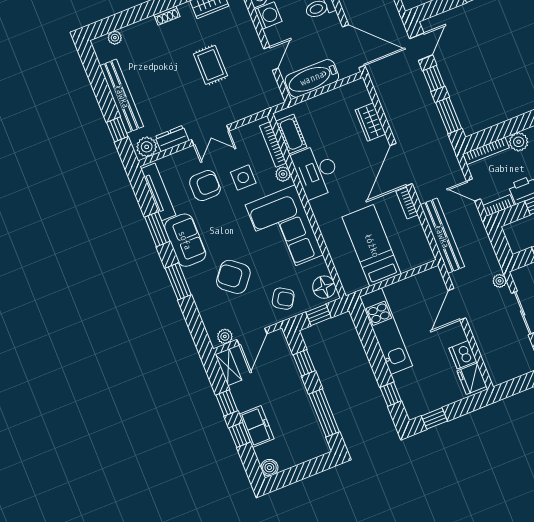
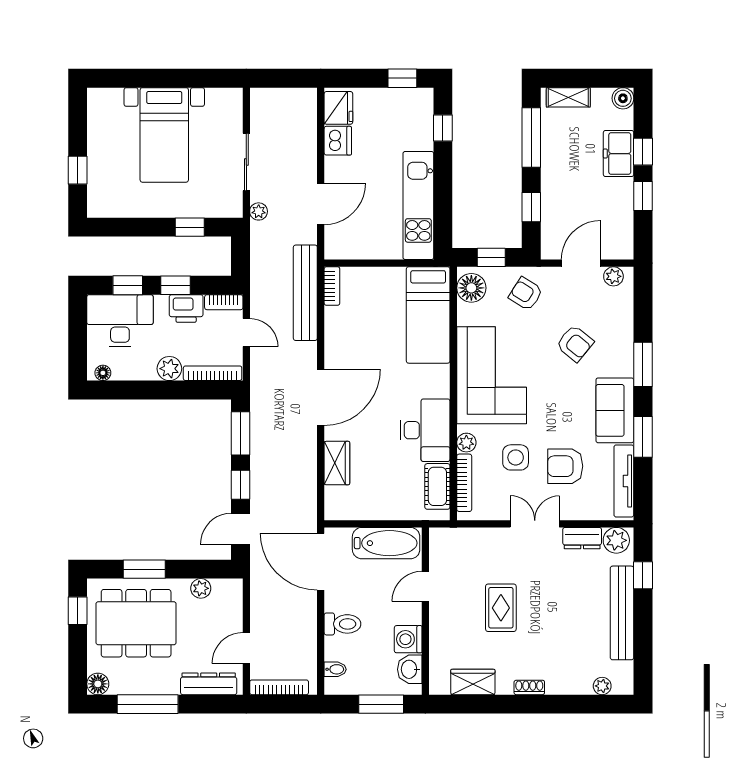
bookcase: (407, 203) -> (332, 286), moved
bed: (372, 245) -> (428, 315), moved
armchair: (233, 277) -> (575, 343), width x0.72, depth x0.72
shelving: (228, 367) -> (568, 97), moved, turned 90

